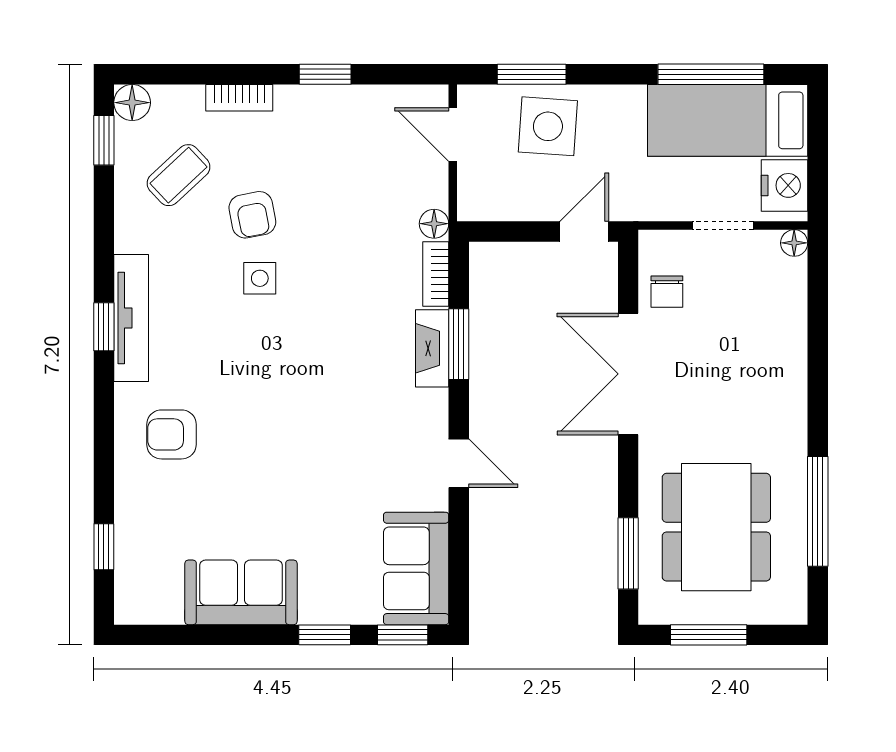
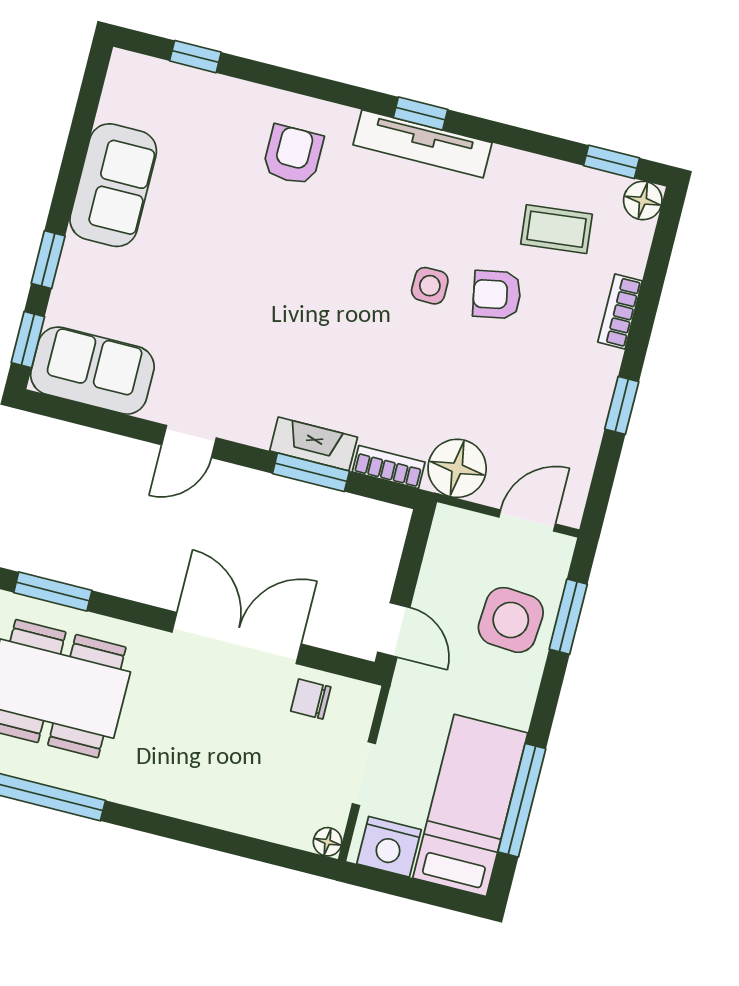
coffee table: (179, 175) -> (556, 229), turned -53
floor lamp: (434, 224) -> (457, 468), width x1.89, depth x1.89

